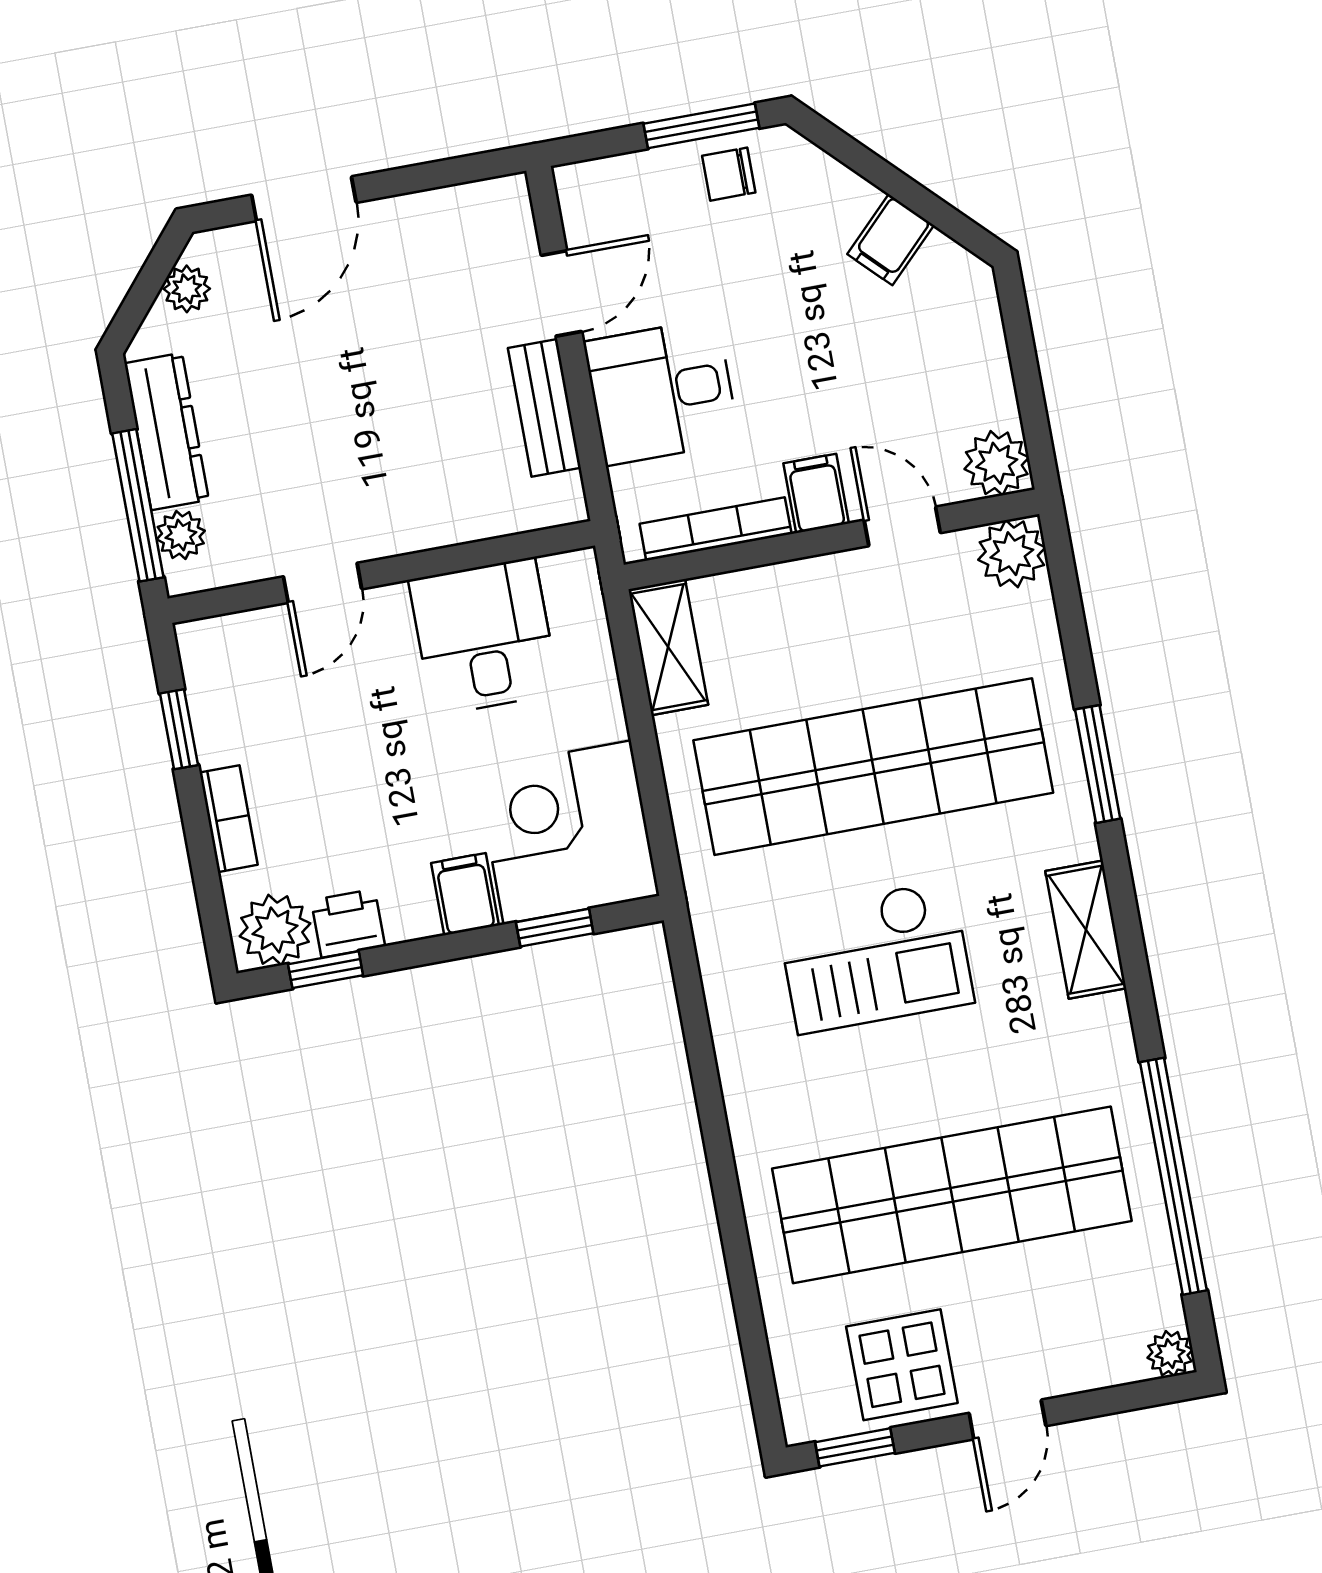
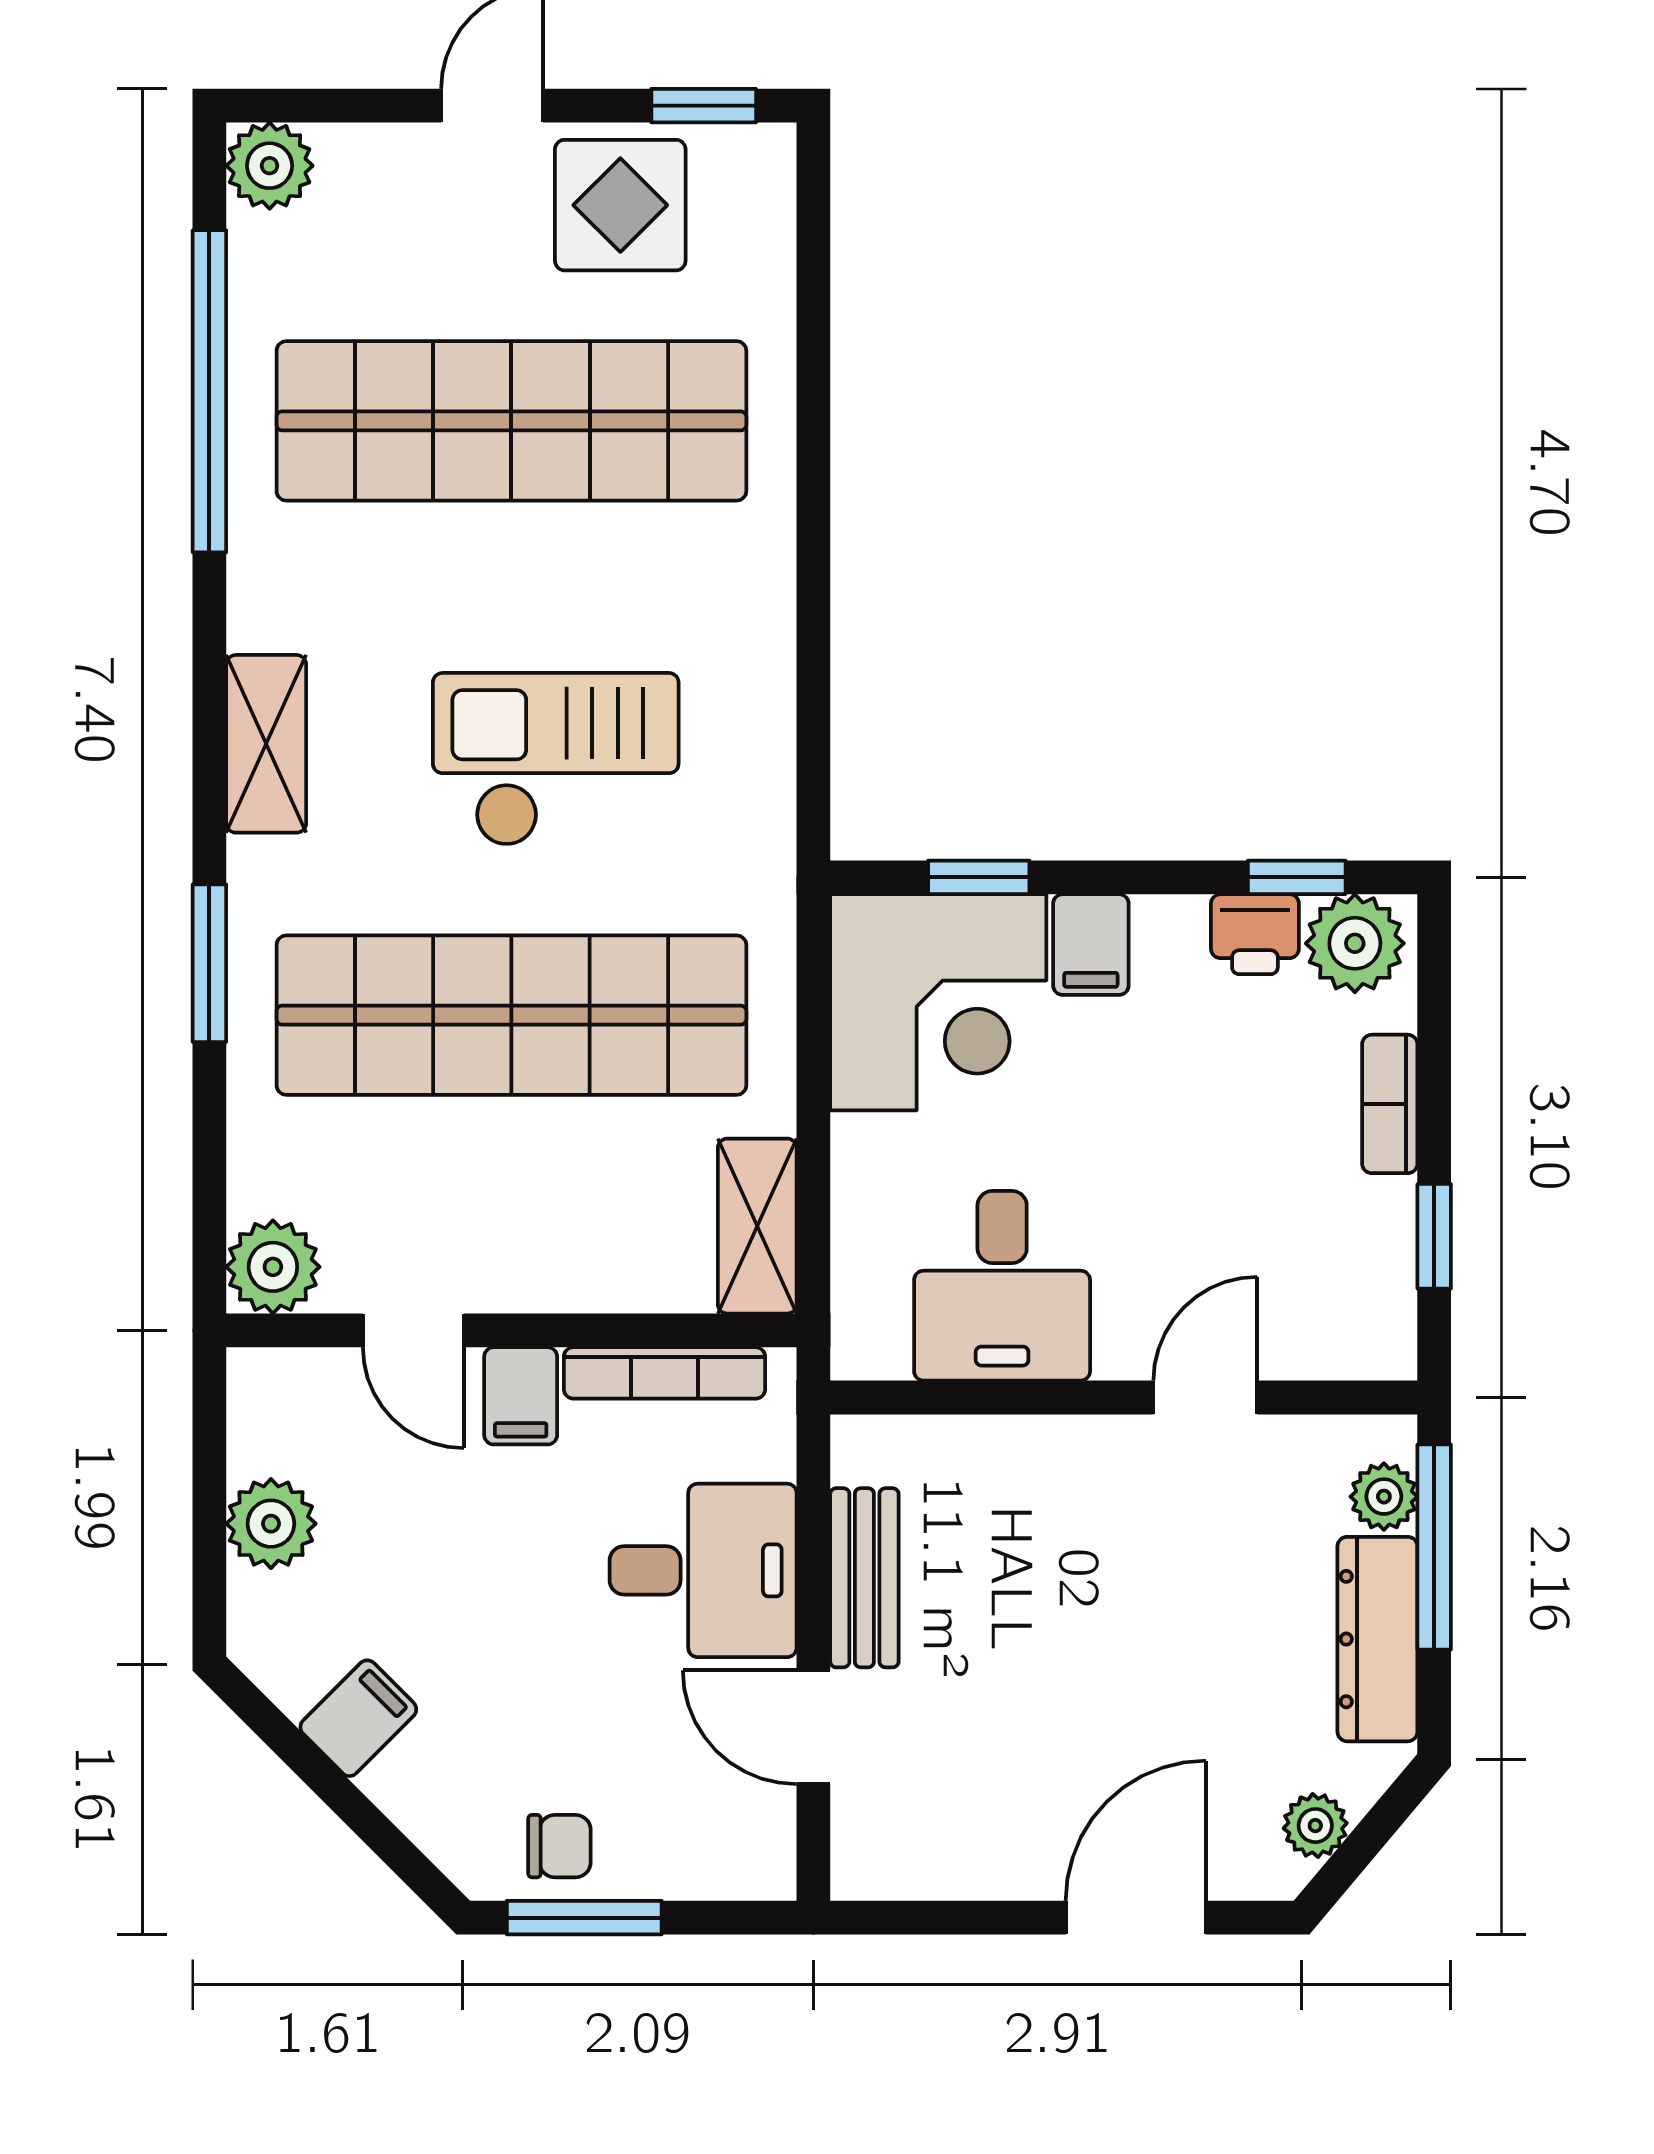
door: (561, 293) -> (813, 1727), hinge flipped
plant: (997, 463) -> (271, 1524), moved
plant: (1170, 1354) -> (270, 166), width x1.38, depth x1.38

